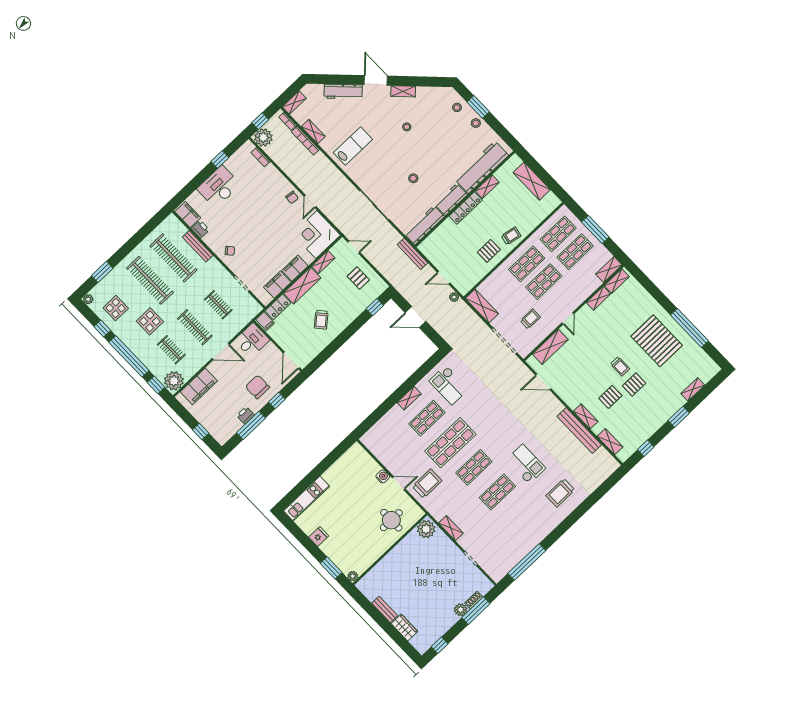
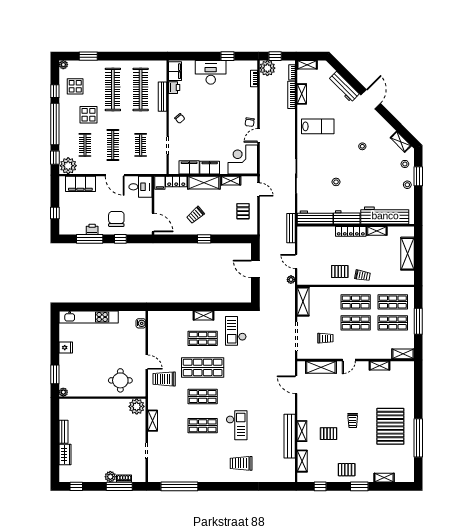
shelving: (403, 91) -> (401, 142), moved
shelving: (617, 281) -> (401, 366), removed
window: (375, 307) -> (204, 239), moved
door: (291, 360) -> (153, 222), swing flipped
pallet: (634, 385) -> (347, 470), moved
water cooler: (383, 476) -> (141, 323), moved
trolley: (427, 484) -> (164, 379), turned 180
kitchen unit: (307, 499) -> (89, 317), width x1.36

